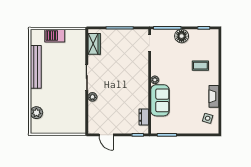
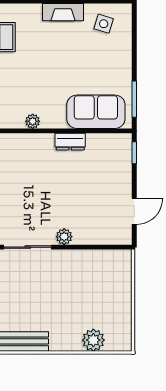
sofa: (160, 100) -> (96, 112), moved
dresser: (144, 117) -> (70, 142), moved

